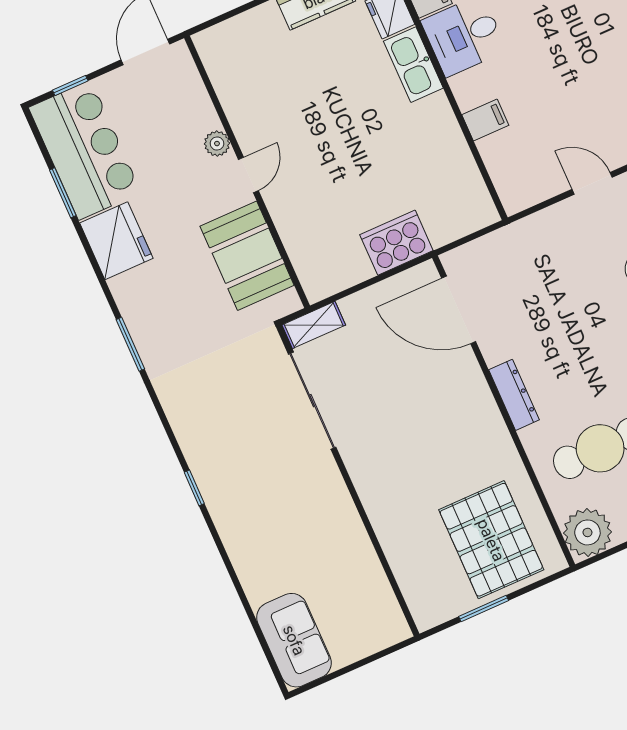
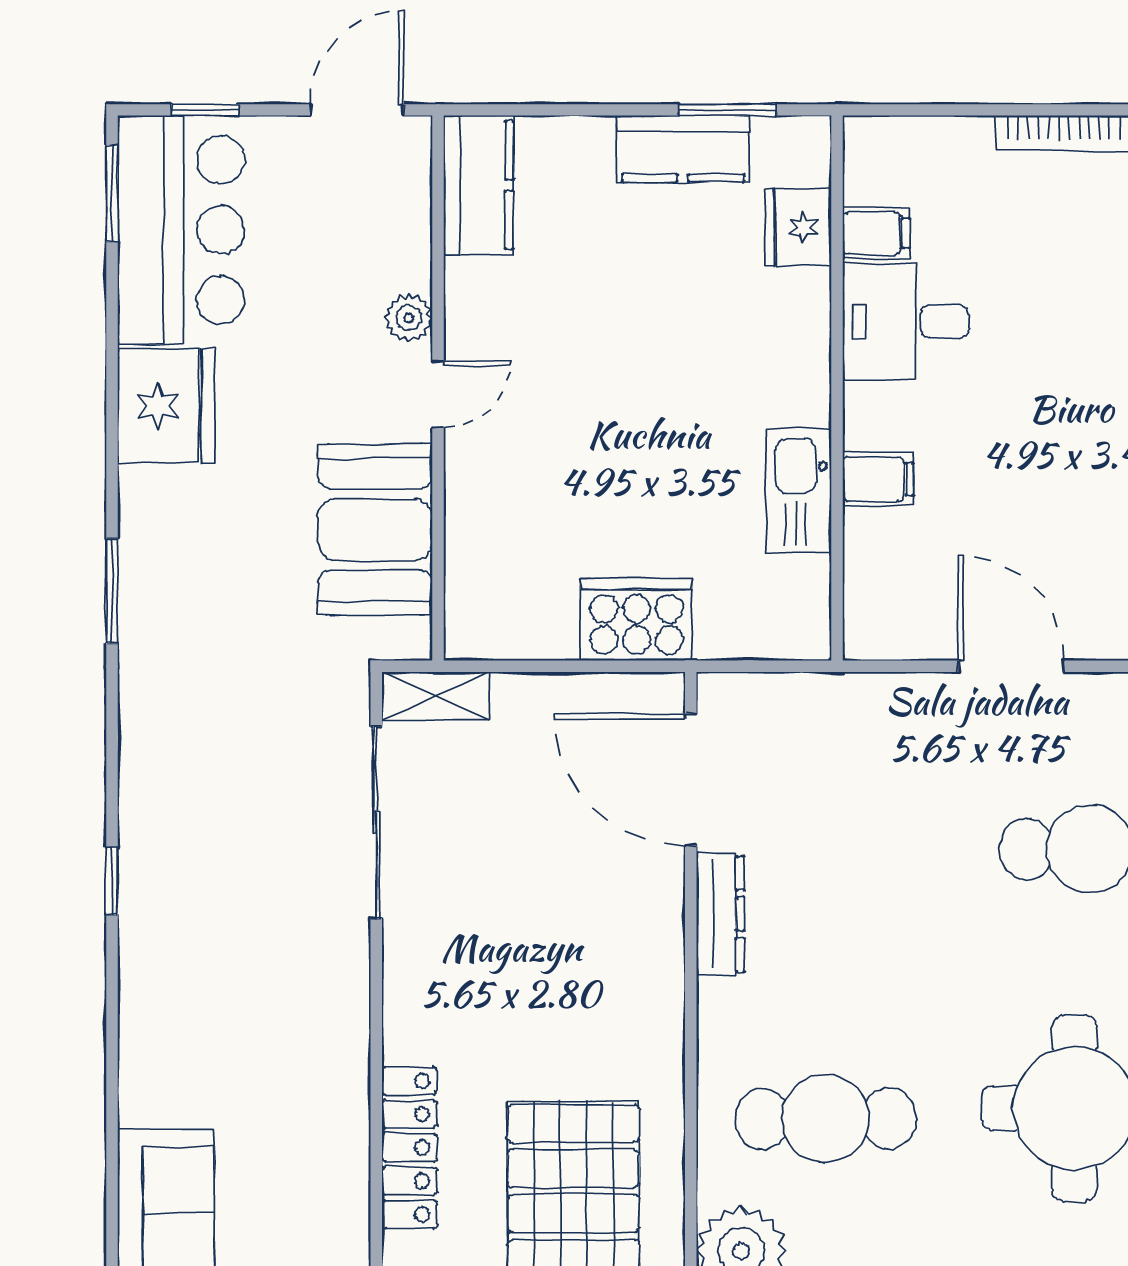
kitchen counter: (222, 62) -> (478, 185), added
kitchen sink: (413, 65) -> (799, 491), moved
door: (592, 183) -> (1011, 666), width x1.38
window: (63, 193) -> (112, 193), moved
dresser: (514, 395) -> (721, 914), moved
locker: (400, 554) -> (409, 1148), added

